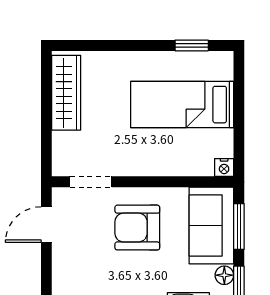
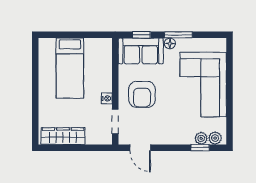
window: (192, 45) -> (35, 63), removed
nightstand: (224, 168) -> (107, 98), moved
window: (239, 227) -> (141, 35), width x0.67

